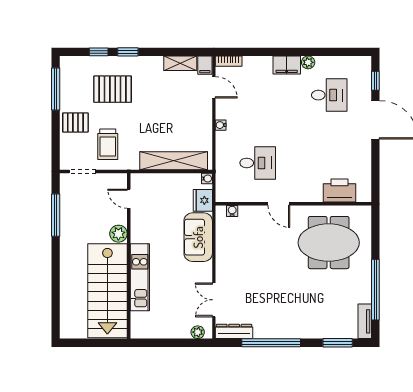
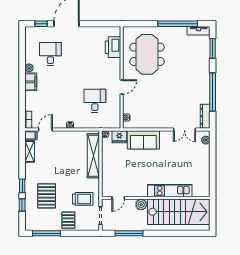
door: (129, 199) -> (118, 198), moved
plant: (118, 234) -> (141, 205), moved
wall: (129, 256) -> (156, 198), moved
kitchen unit: (140, 277) -> (170, 191), moved
stairs: (107, 291) -> (179, 212), moved

